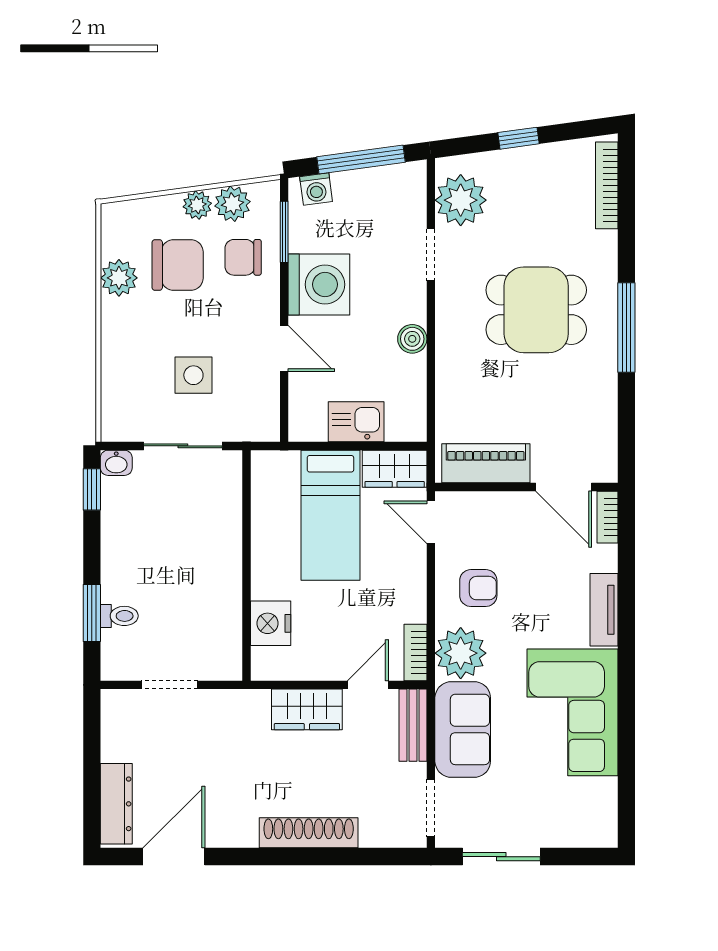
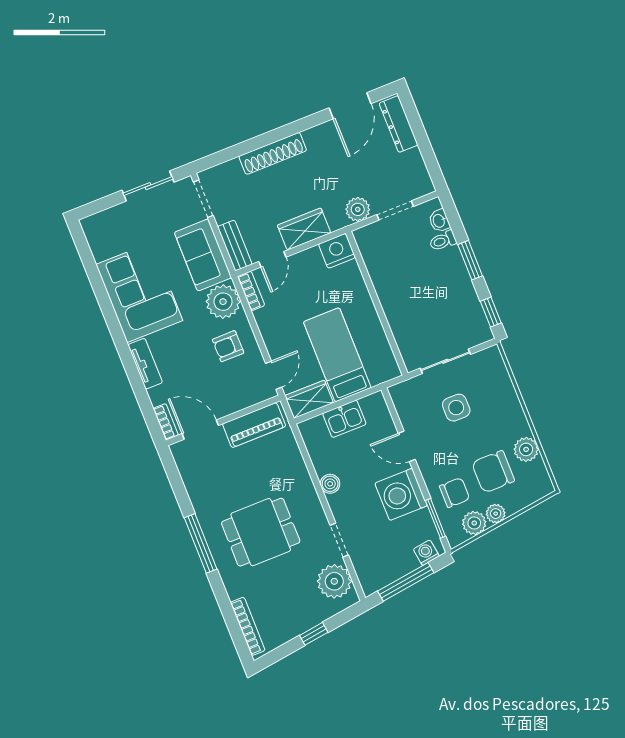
washbasin: (116, 463) -> (439, 221), moved, turned -90
door: (431, 522) -> (274, 375), hinge flipped
window: (92, 613) -> (470, 260), moved
nightstand: (271, 623) -> (337, 251), moved, turned -90
plant: (221, 707) -> (358, 209), added

